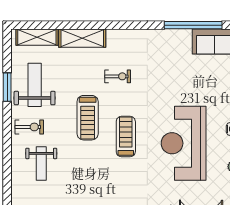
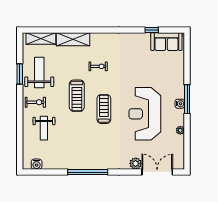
window: (193, 25) -> (152, 30), width x0.32

